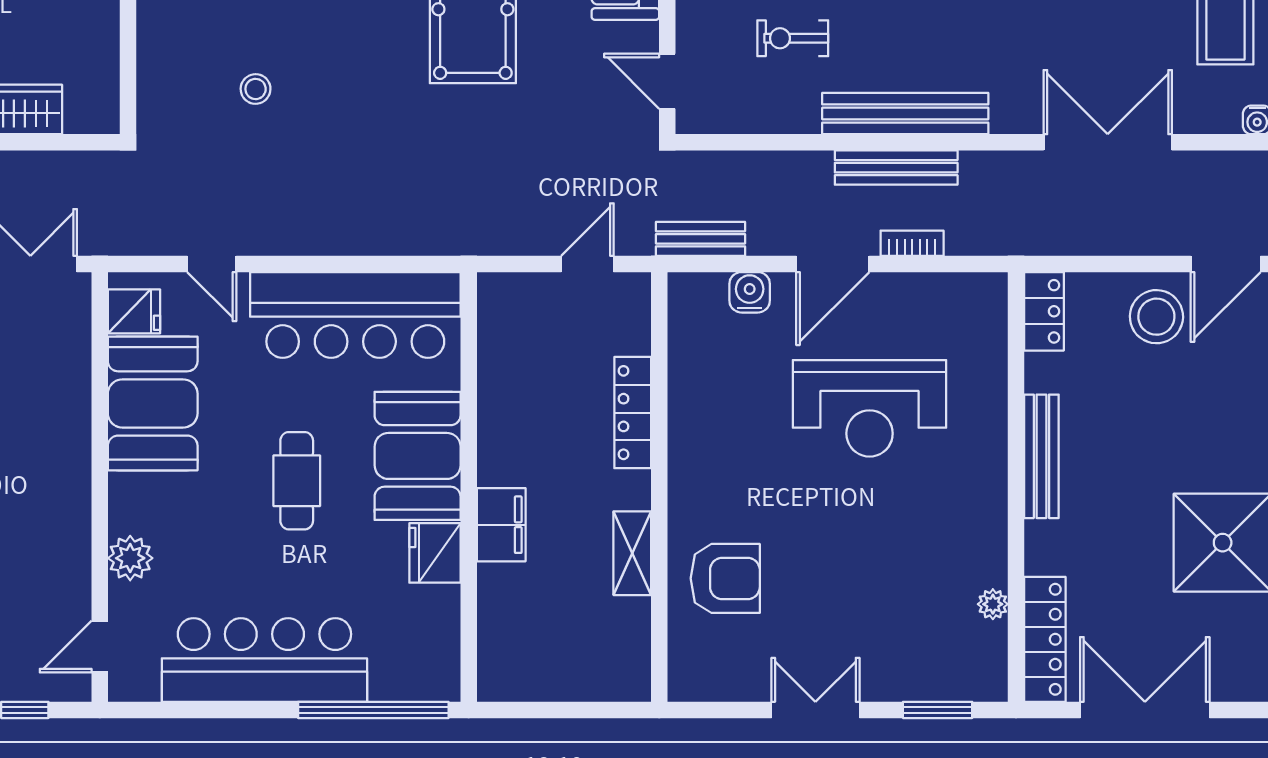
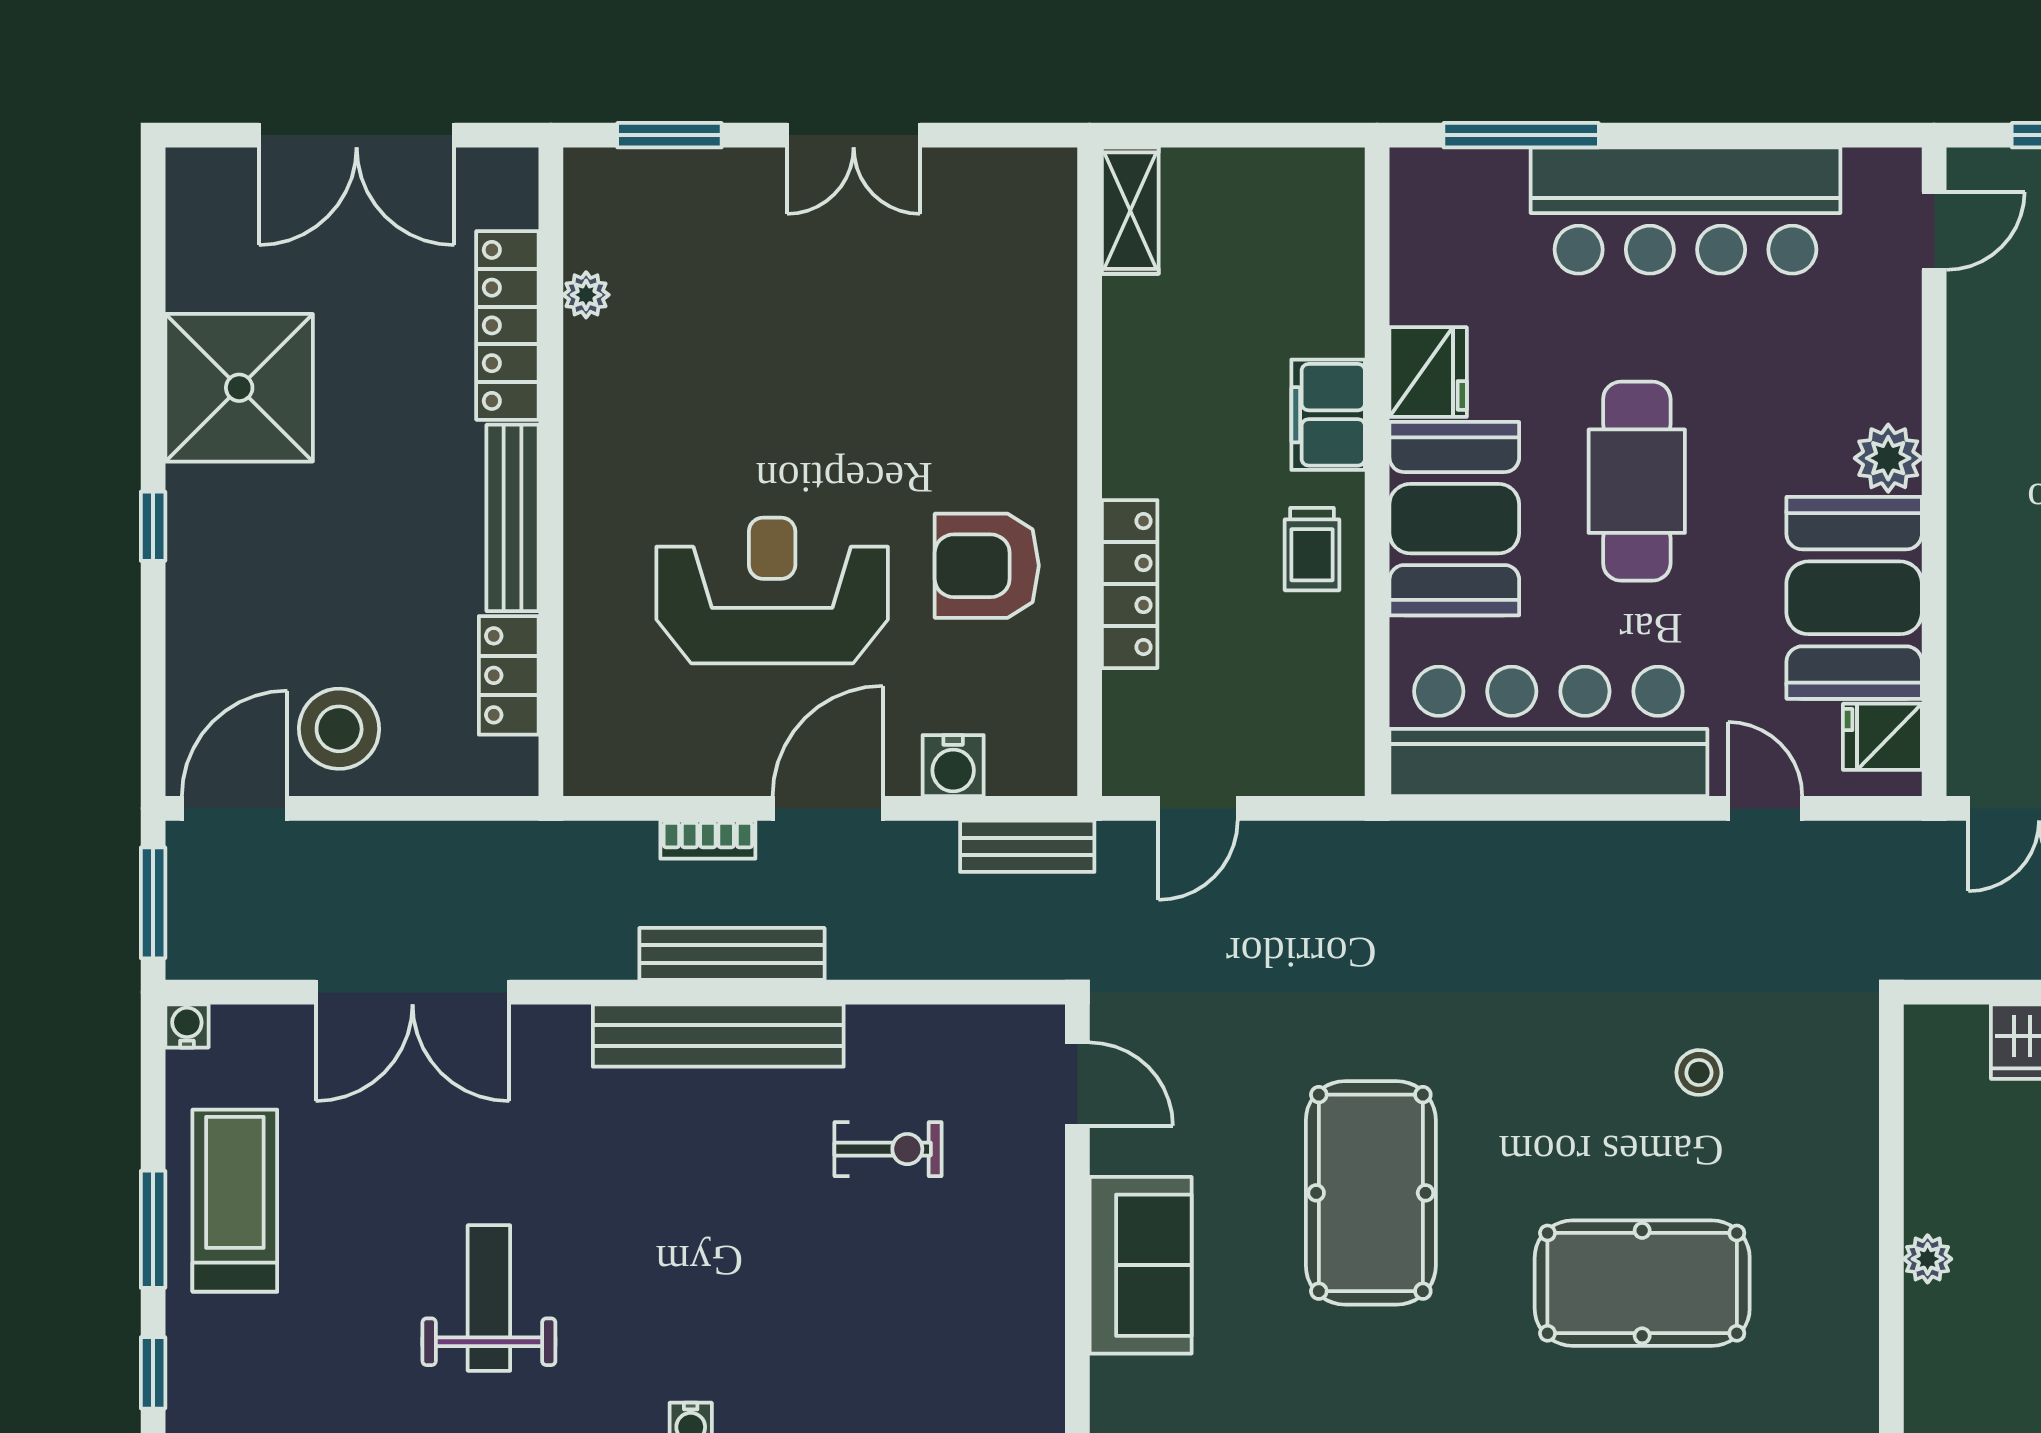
locker: (1044, 311) -> (509, 675), moved
trolley: (512, 436) -> (1312, 549), added
cafe table: (297, 481) -> (1637, 481), width x1.37, depth x1.35
shelving: (632, 553) -> (1130, 211), moved
plant: (130, 558) -> (1888, 458), moved
armchair: (725, 578) -> (987, 566), moved
locker: (1045, 639) -> (507, 325), moved
window: (373, 710) -> (1521, 135), width x0.68

